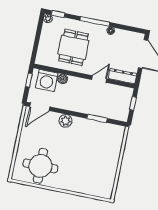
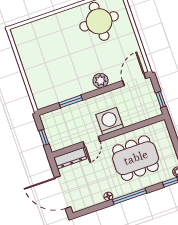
dining table: (74, 47) -> (136, 158), width x1.38
boiler: (63, 79) -> (128, 121), removed
washing machine: (47, 80) -> (110, 121), moved

